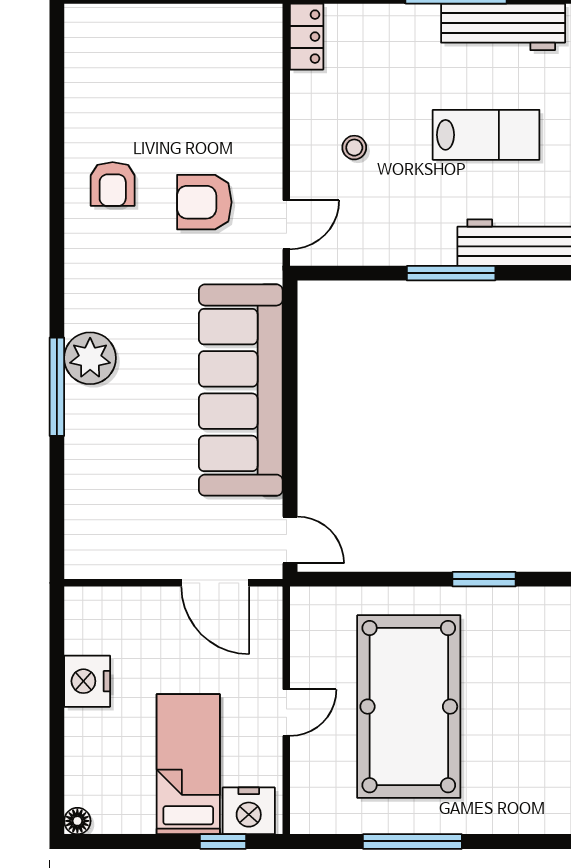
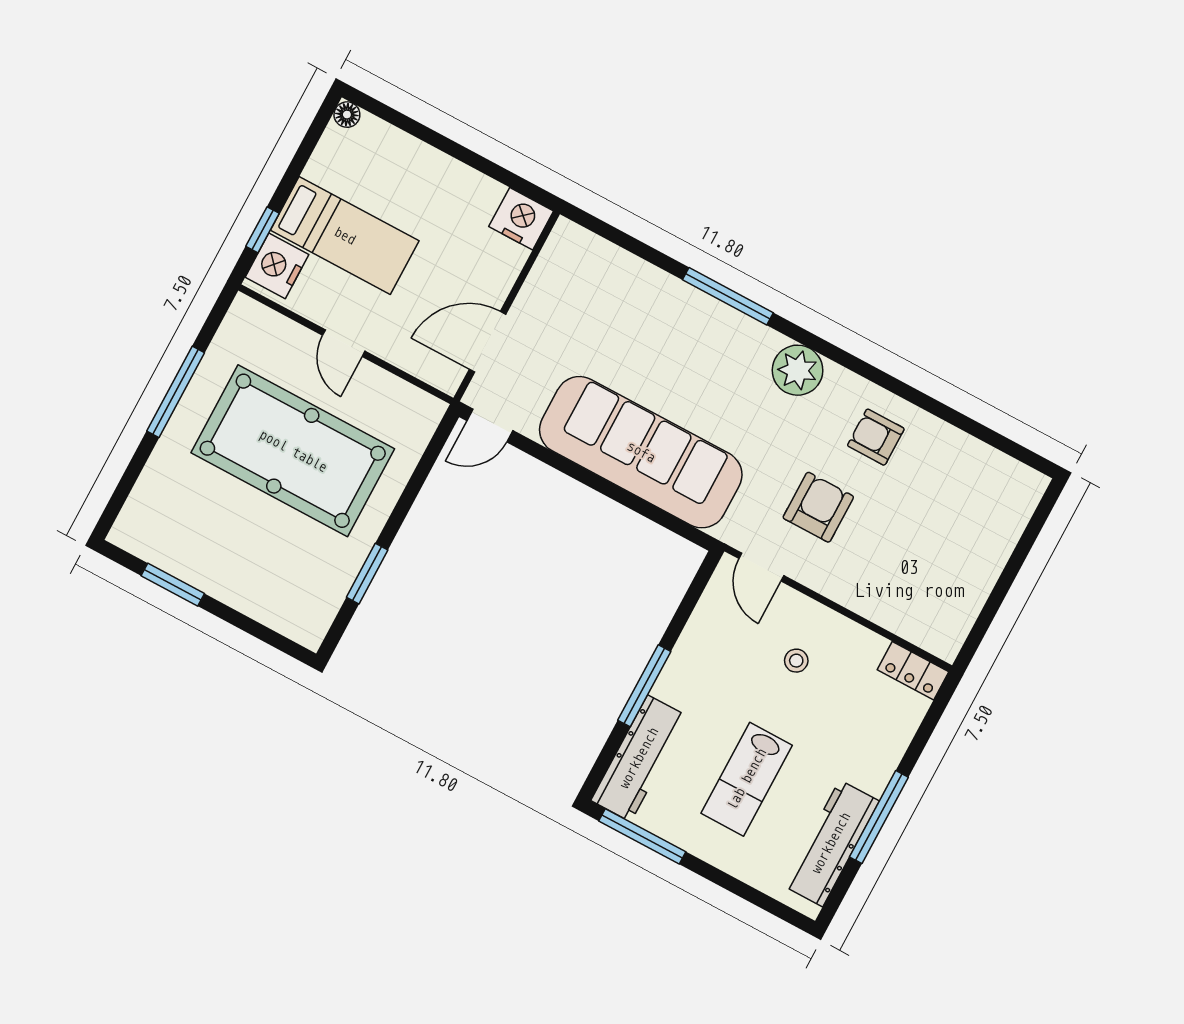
plant: (90, 358) -> (798, 370), moved
nightstand: (87, 681) -> (521, 219), moved

